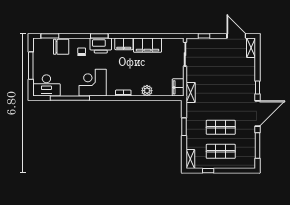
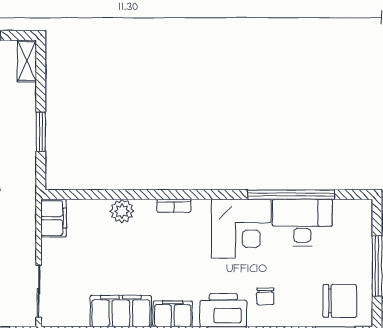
chair: (61, 47) -> (340, 301), moved, turned 180
desk: (46, 85) -> (302, 223), moved
shelving: (191, 92) -> (26, 207), removed

